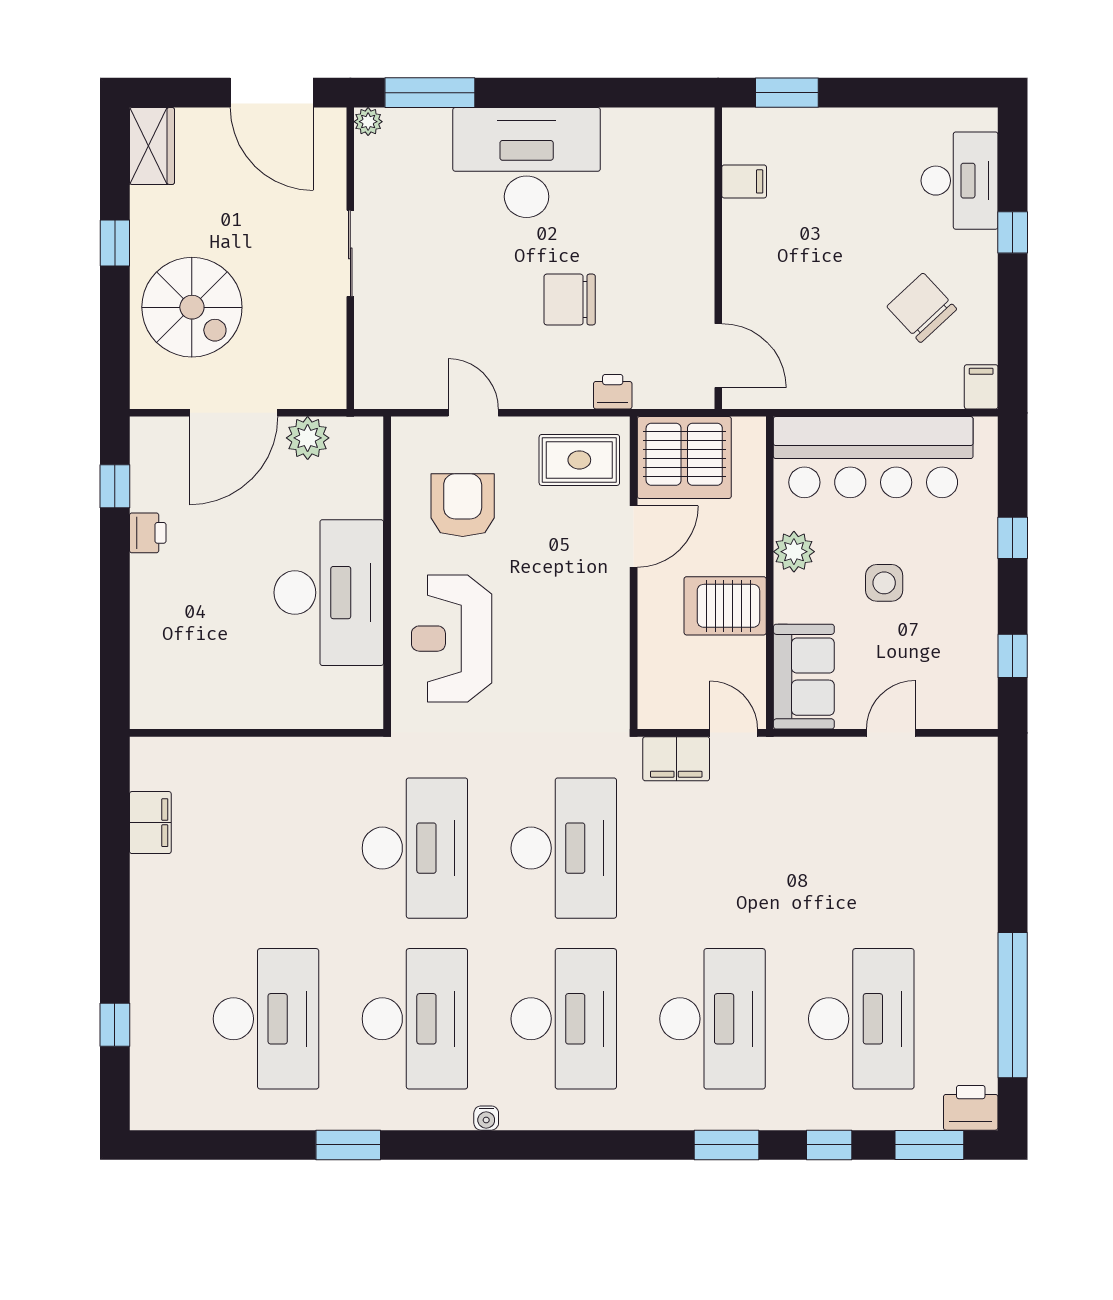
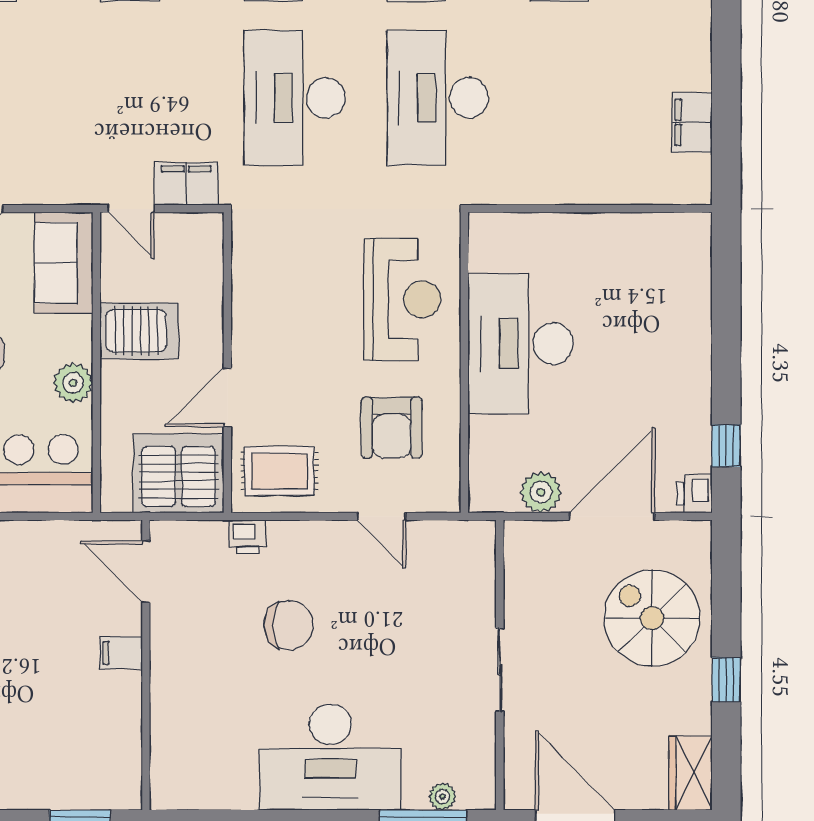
plant: (368, 122) -> (442, 796), moved
filing cabinet: (744, 181) -> (121, 653), moved
printer: (148, 533) -> (694, 494), moved

